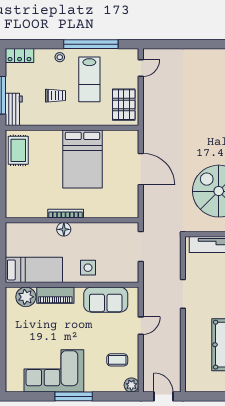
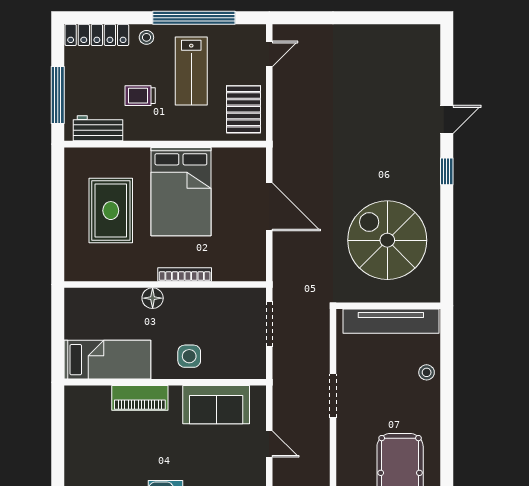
locker: (20, 56) -> (97, 35), width x1.53
trolley: (56, 96) -> (140, 96), turned 180
workbench: (14, 109) -> (98, 128), moved, turned -90
rug: (18, 150) -> (111, 211), moved, width x1.36, depth x1.43
bookcase: (66, 214) -> (185, 274), moved
plant: (26, 297) -> (95, 400), removed
door: (141, 326) -> (269, 444), hinge flipped

